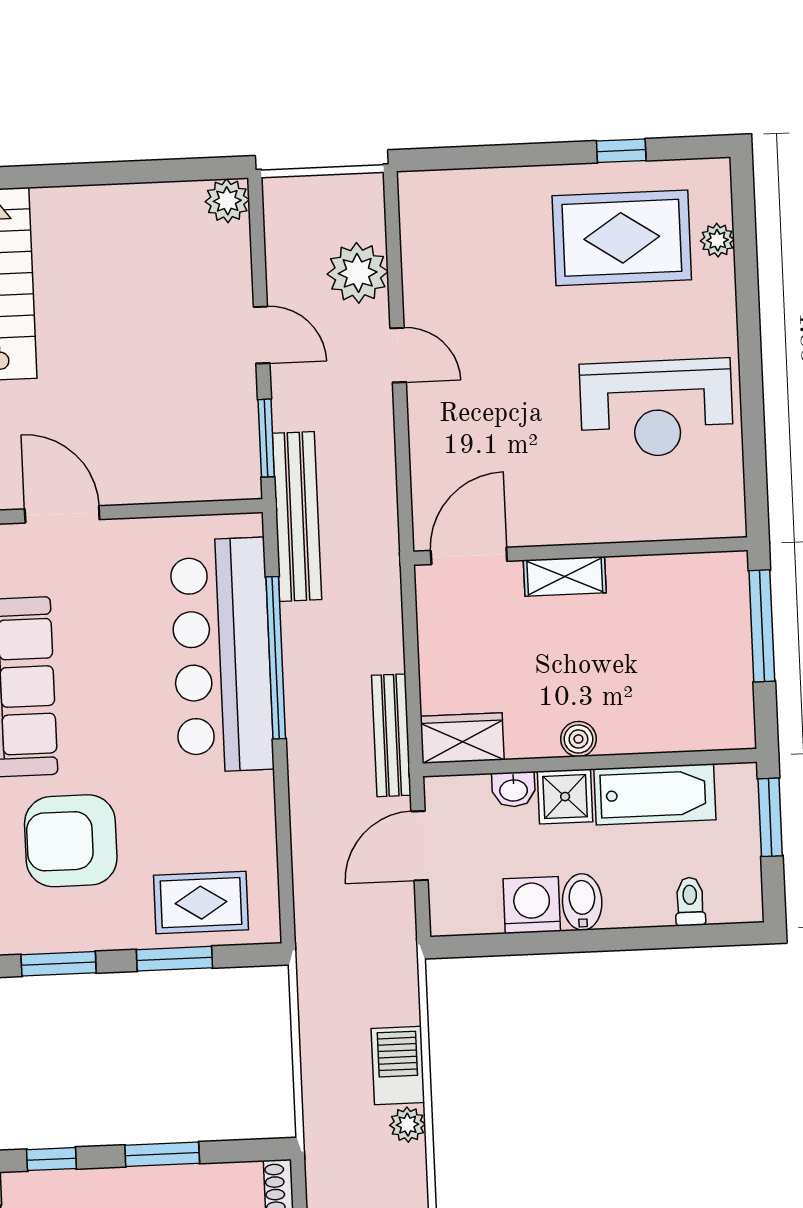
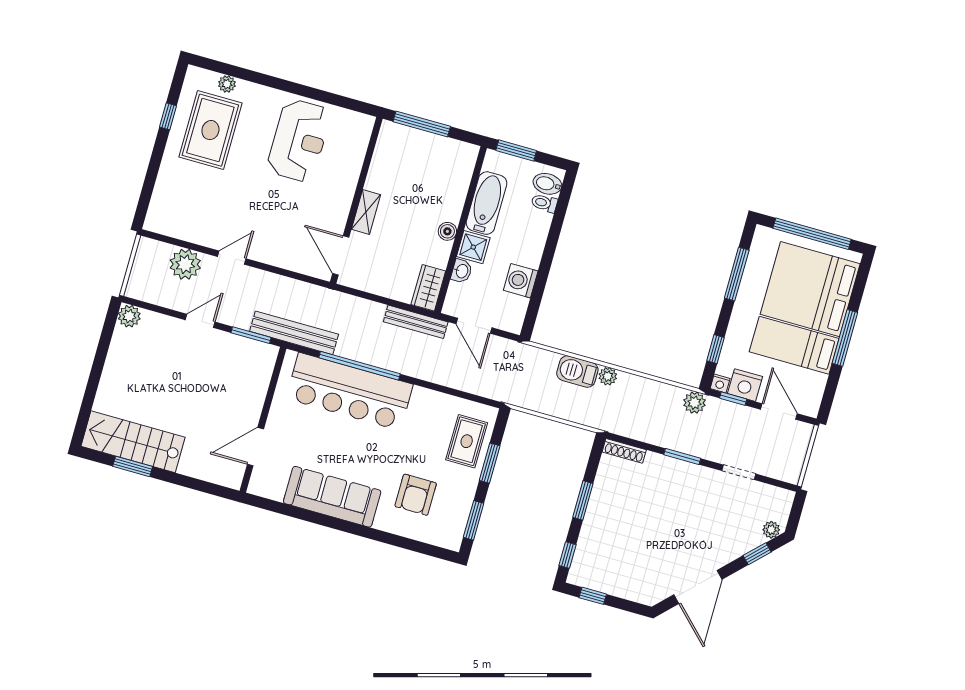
armchair: (71, 841) -> (416, 495), width x0.73, depth x0.73
bidet: (582, 902) -> (547, 184), moved

